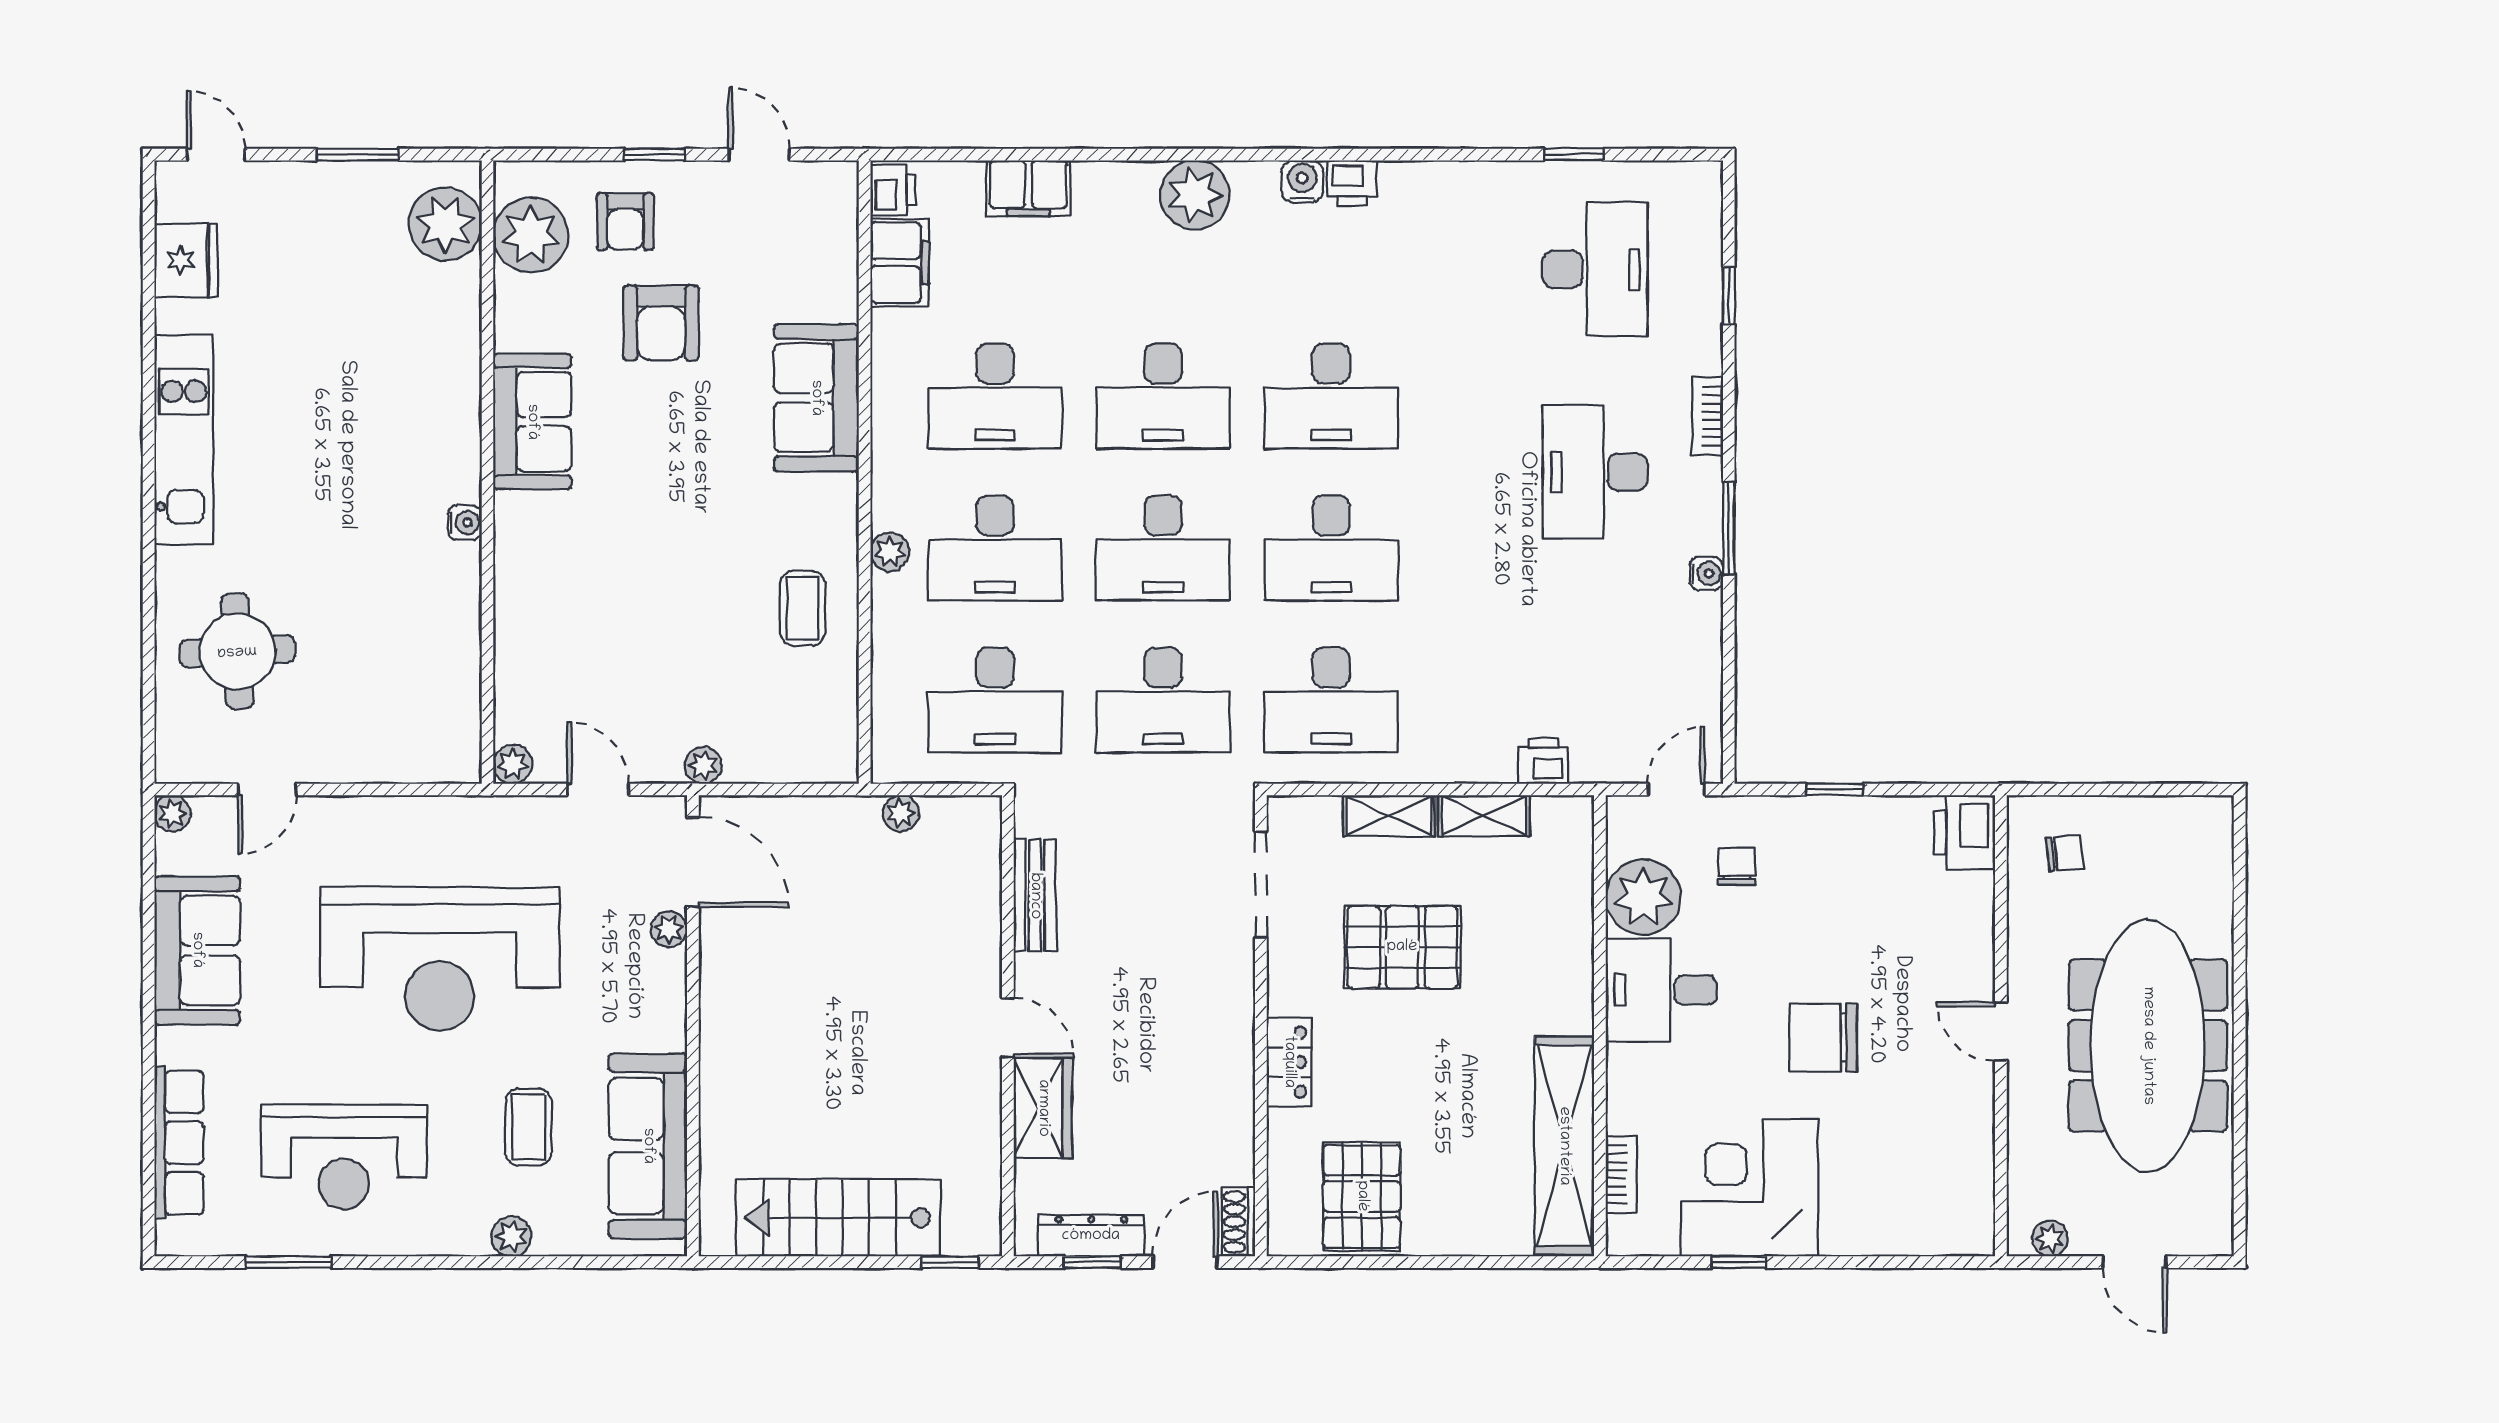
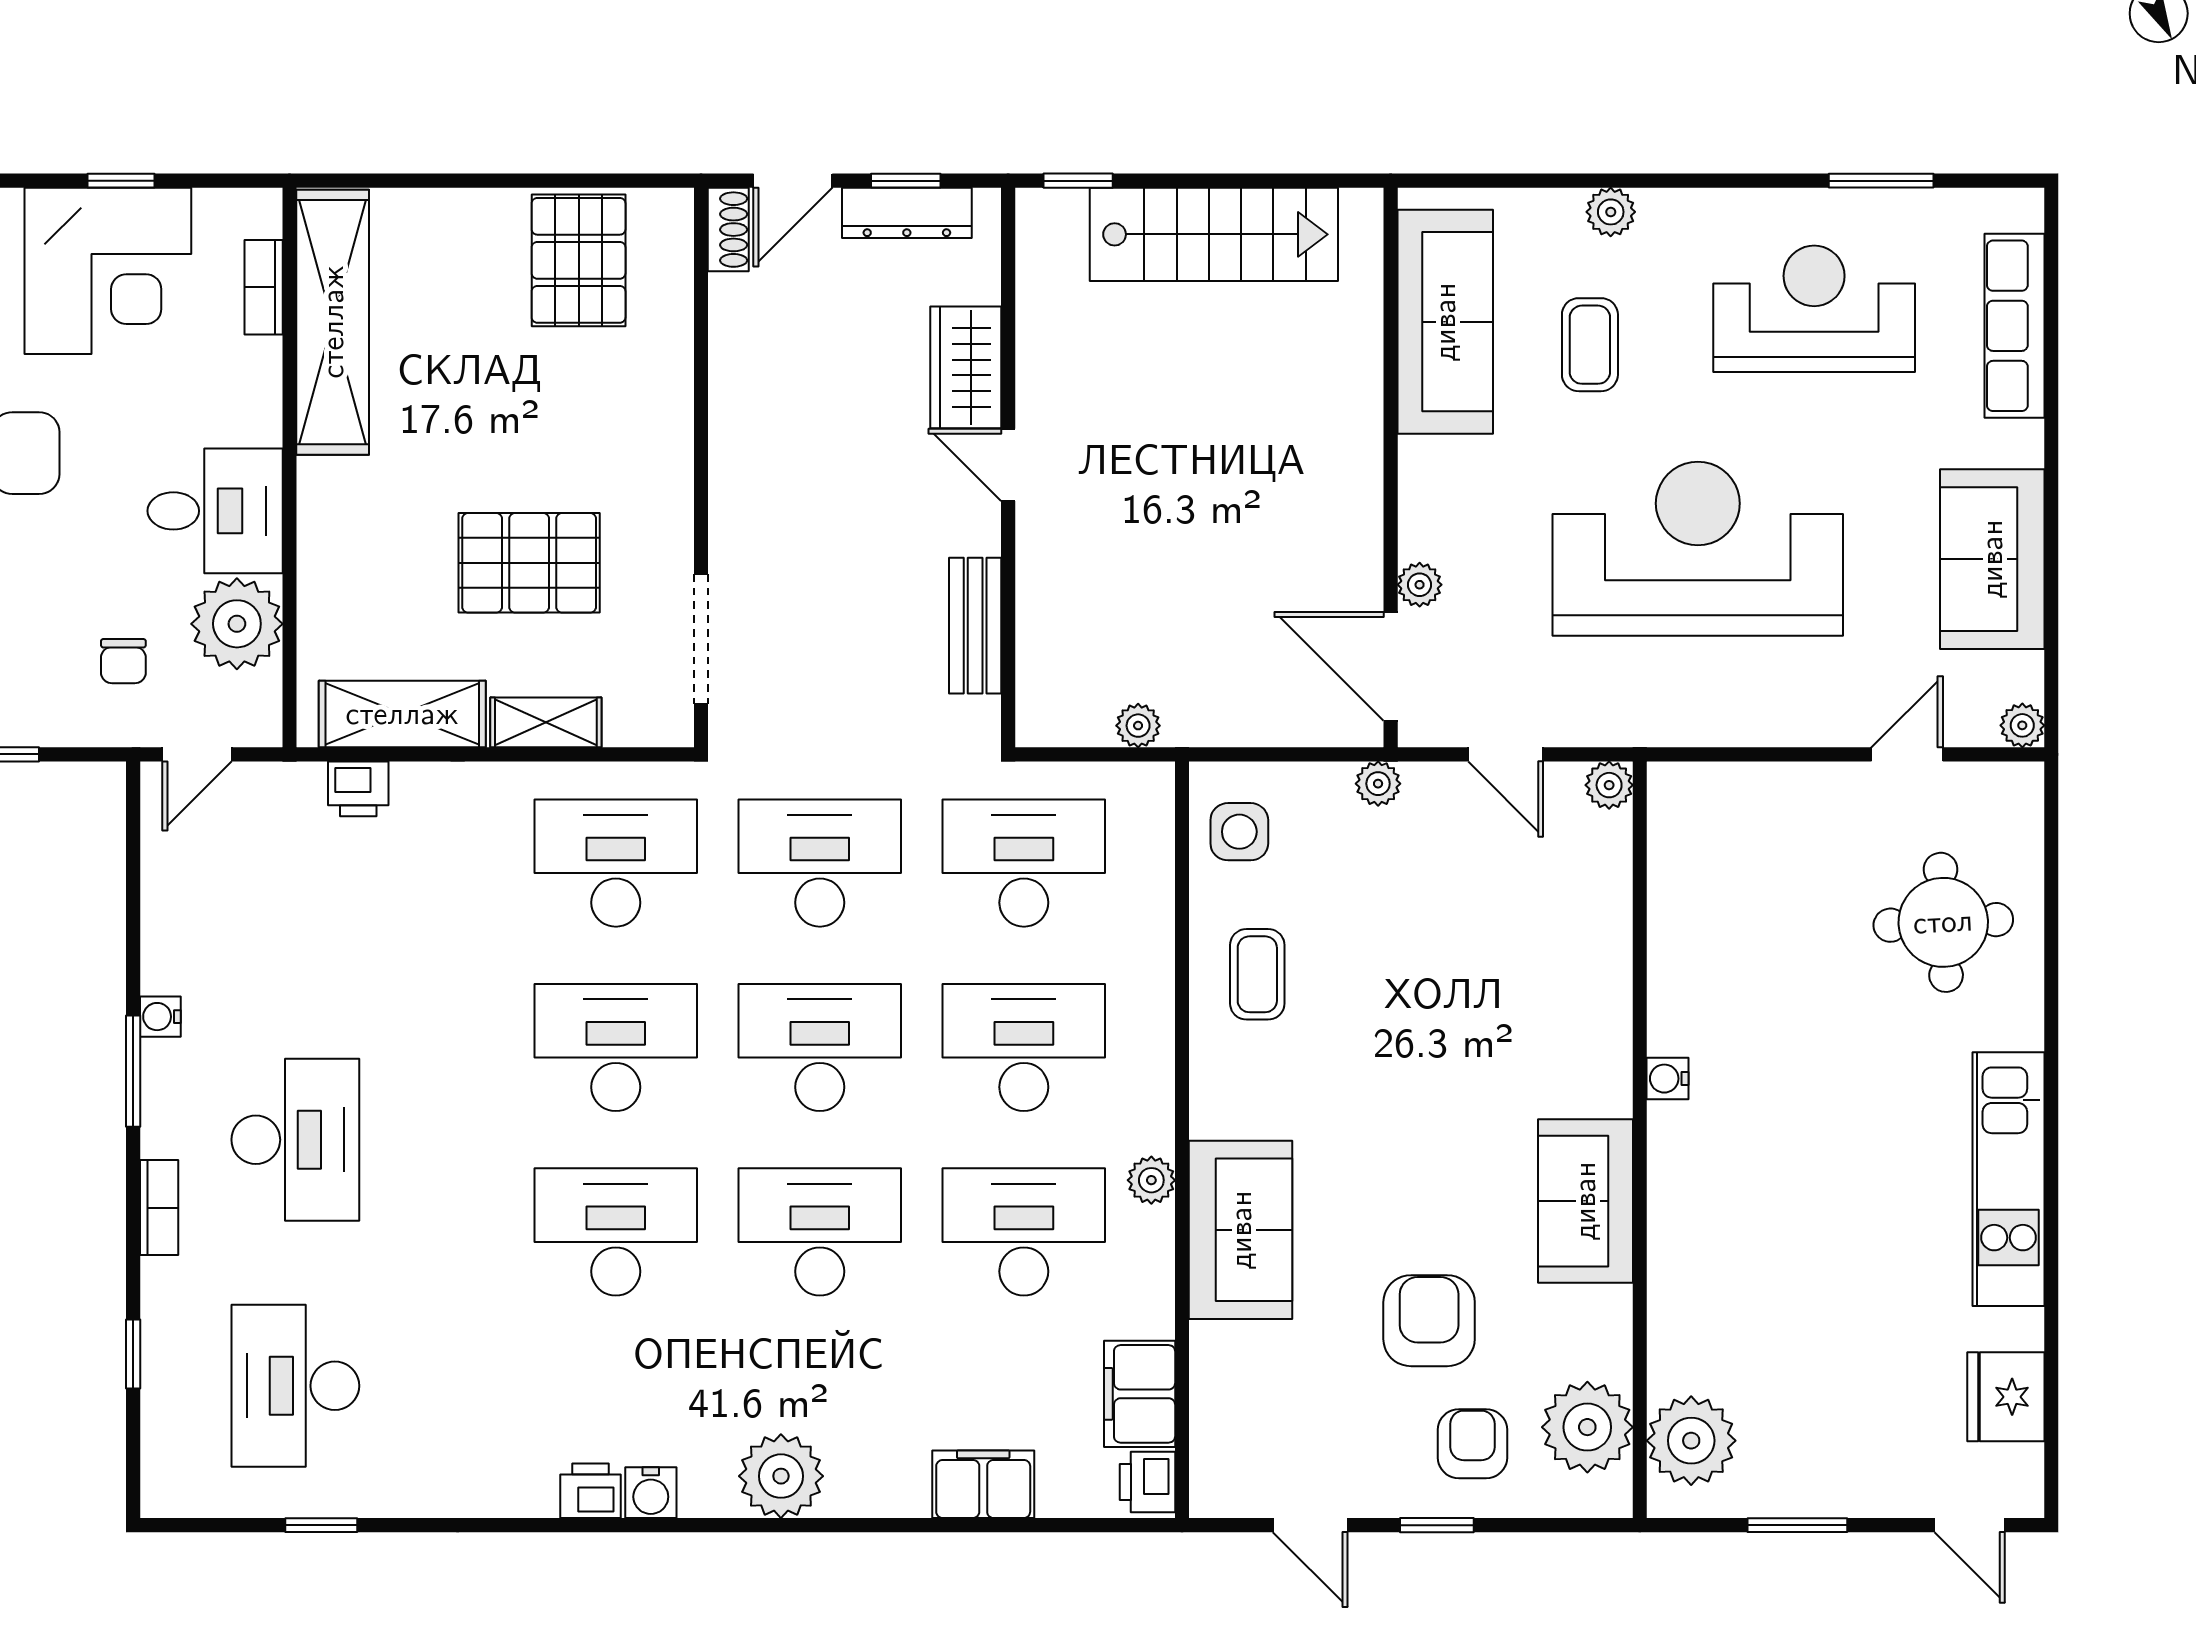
plant: (890, 552) -> (1151, 1180), moved
side table: (817, 726) -> (1239, 832), added
shelving: (1484, 816) -> (402, 714), width x1.50, depth x1.33
locker: (1289, 1062) -> (667, 423), removed

